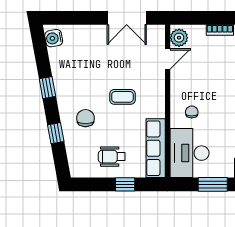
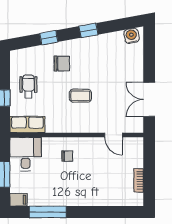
plant: (179, 38) -> (132, 145), removed
coffee table: (122, 97) -> (80, 96), turned 90
row of seats: (156, 148) -> (27, 125), width x0.68
desk: (190, 153) -> (26, 154), width x0.73

